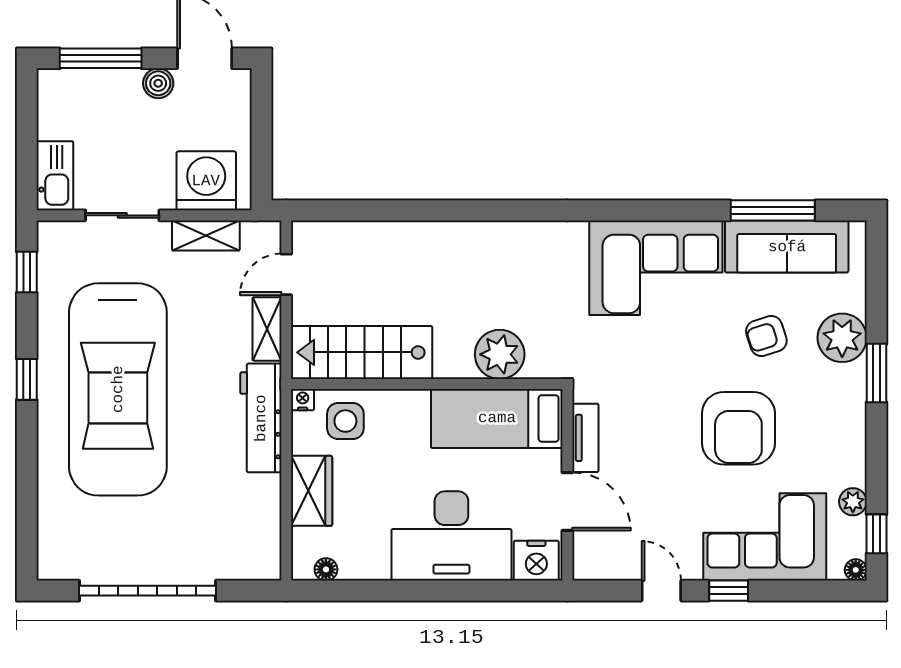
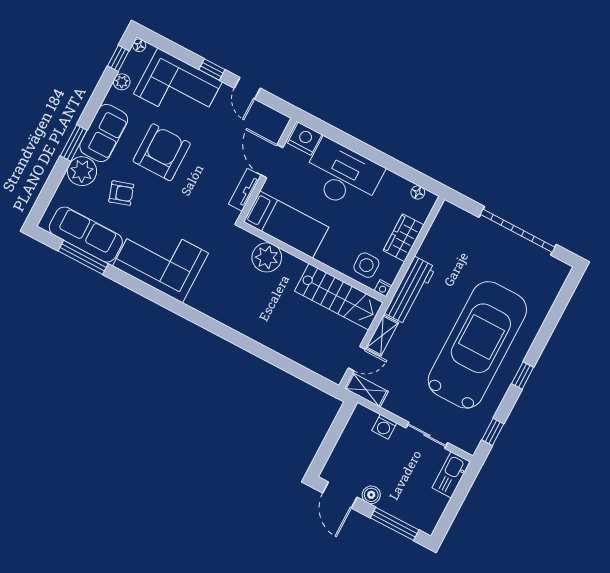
washing machine: (206, 181) -> (384, 427), width x0.53, depth x0.53
shelving: (206, 236) -> (366, 390), moved
sofa: (840, 412) -> (104, 133), added

